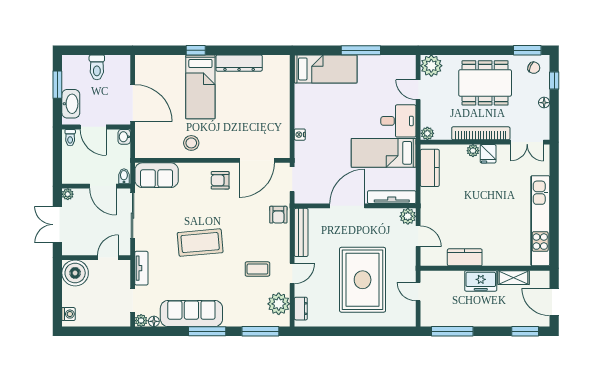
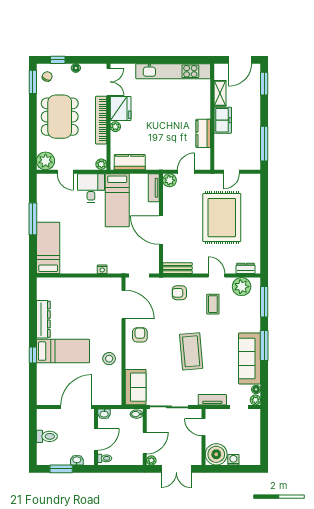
door: (418, 90) -> (65, 172), hinge flipped
washbasin: (71, 104) -> (77, 460), width x0.52, depth x0.69
fridge: (488, 154) -> (121, 108), width x1.88, depth x1.34
armchair: (220, 180) -> (140, 335), turned 180
door: (103, 186) -> (145, 443), moved
tv unit: (392, 197) -> (154, 188), width x0.71
armchair: (278, 215) -> (179, 293), moved, turned 180
bench: (301, 232) -> (177, 268), width x0.73
rug: (363, 280) -> (222, 218), turned 90
washing machine: (69, 314) -> (233, 460), moved

